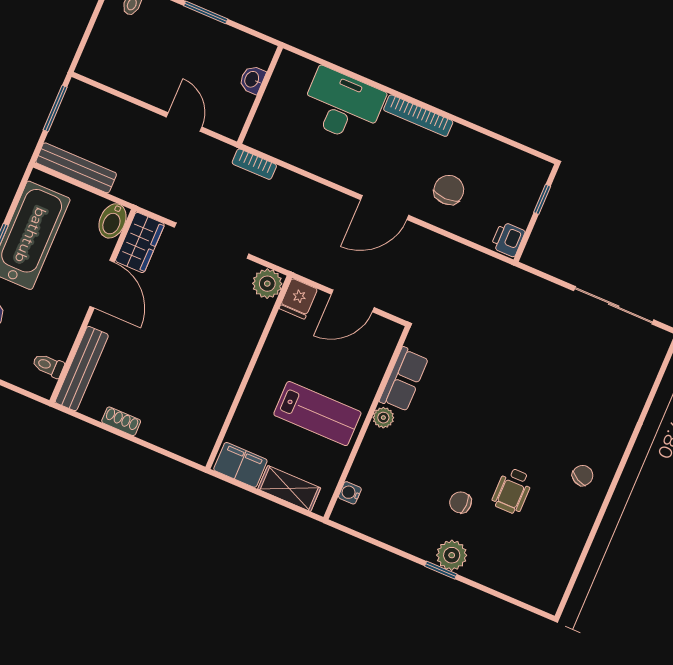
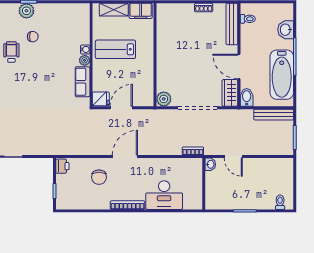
washbasin: (252, 80) -> (210, 164), moved
fridge: (298, 299) -> (101, 99), moved, turned 90
water cooler: (350, 493) -> (85, 49), moved

